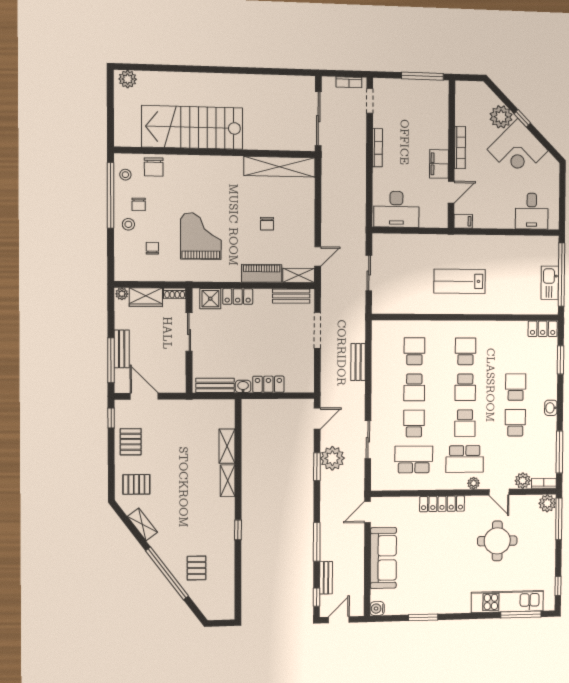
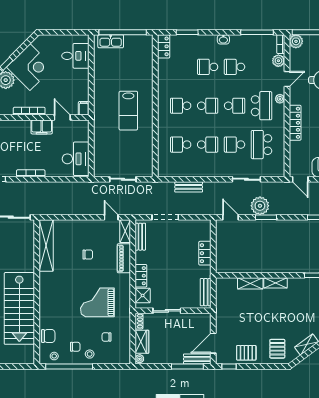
kitchen sink: (550, 283) -> (111, 41), moved
bench: (122, 349) -> (197, 359), moved
washbasin: (243, 386) -> (206, 272), removed

